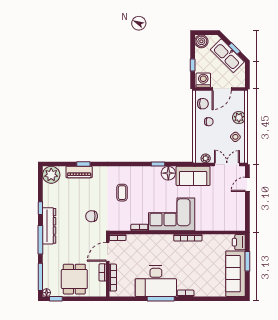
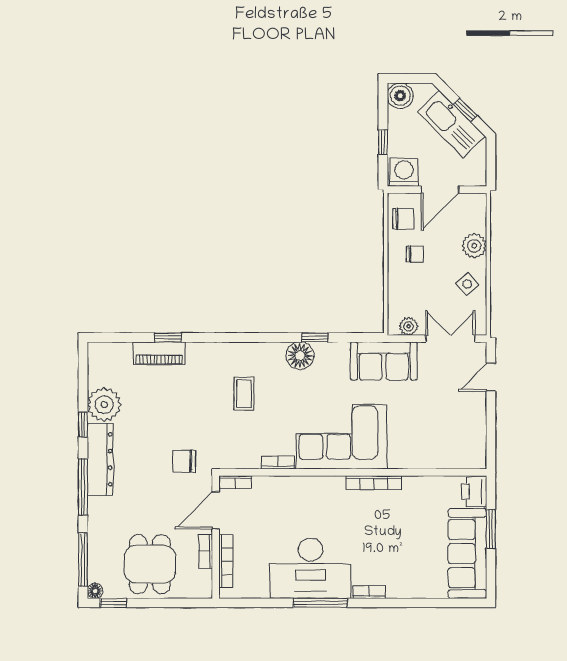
floor lamp: (168, 173) -> (300, 356), moved
plant: (51, 175) -> (104, 405), moved
chair: (92, 216) -> (184, 461), moved

